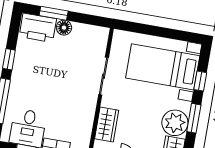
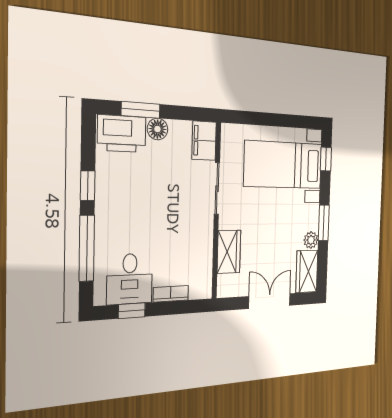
filing cabinet: (98, 40) -> (204, 141), added
window: (200, 81) -> (326, 159), moved
plant: (175, 123) -> (311, 240), width x0.53, depth x0.53

